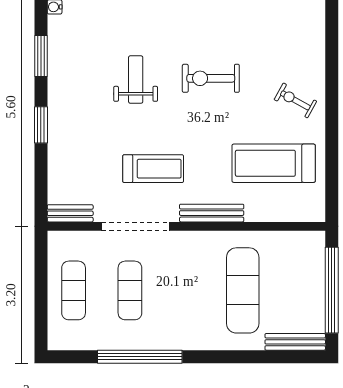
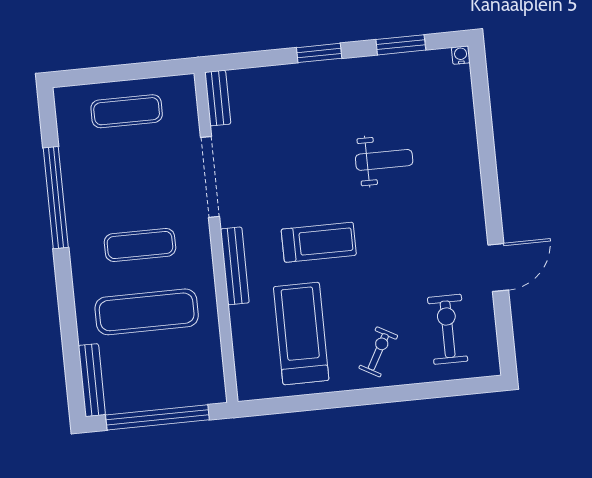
exercise bike: (211, 78) -> (448, 329), moved
treadmill: (153, 169) -> (319, 242), moved, turned -90
exercise mat: (130, 290) -> (140, 245), moved

